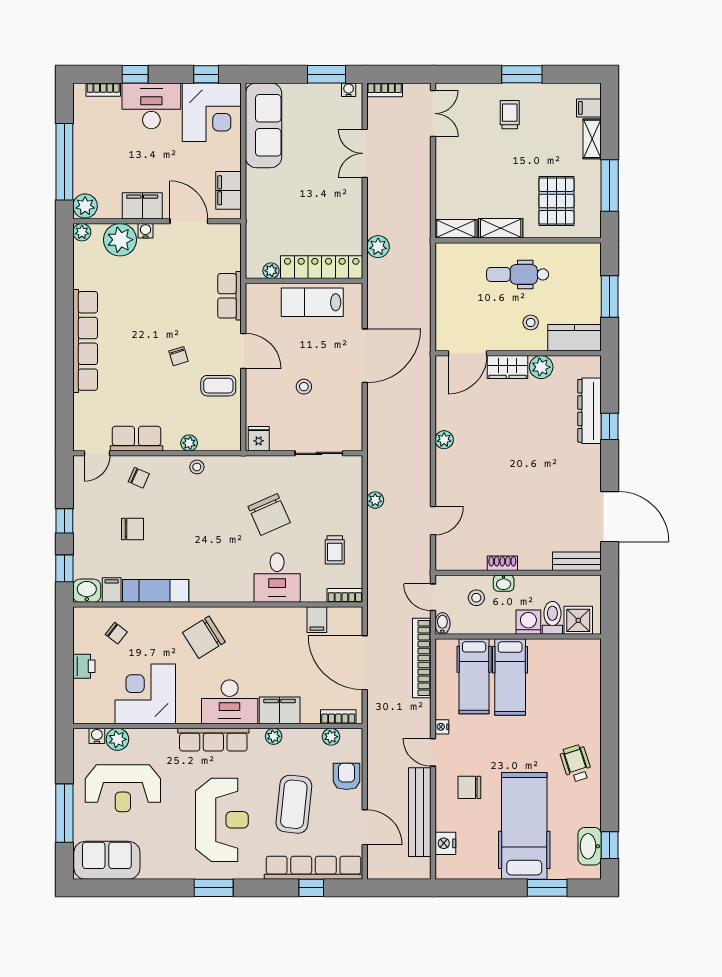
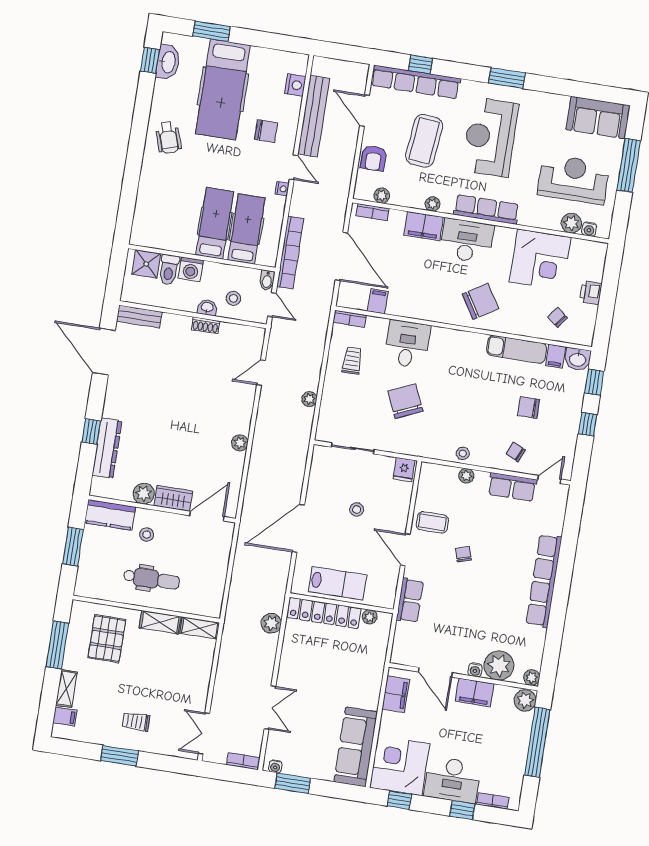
trolley: (510, 115) -> (136, 722), turned 90

